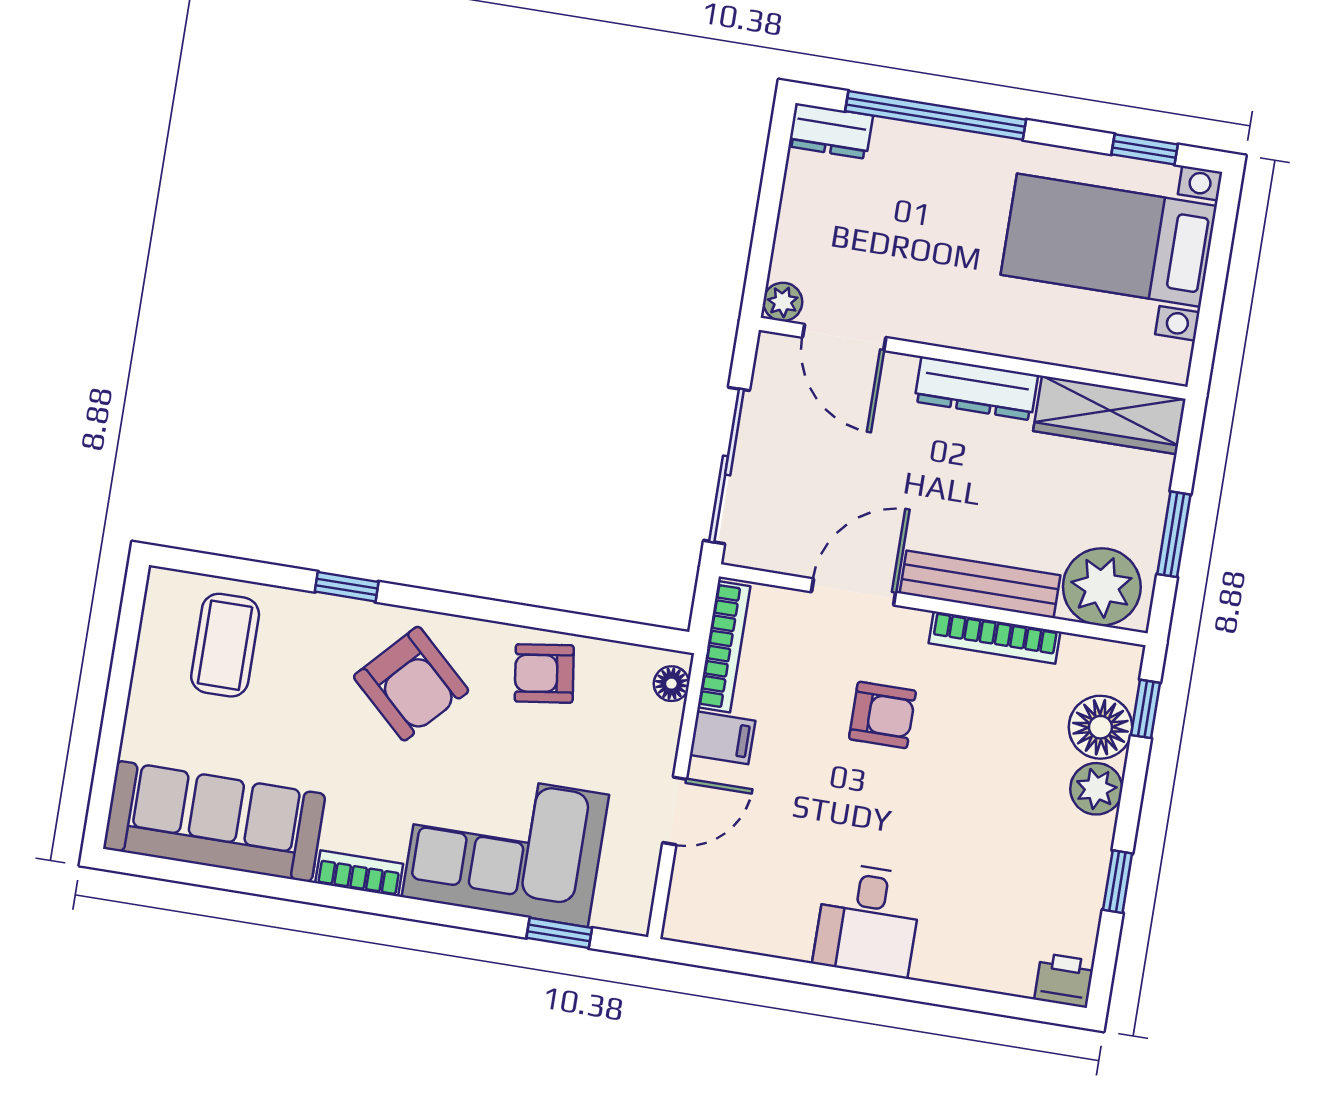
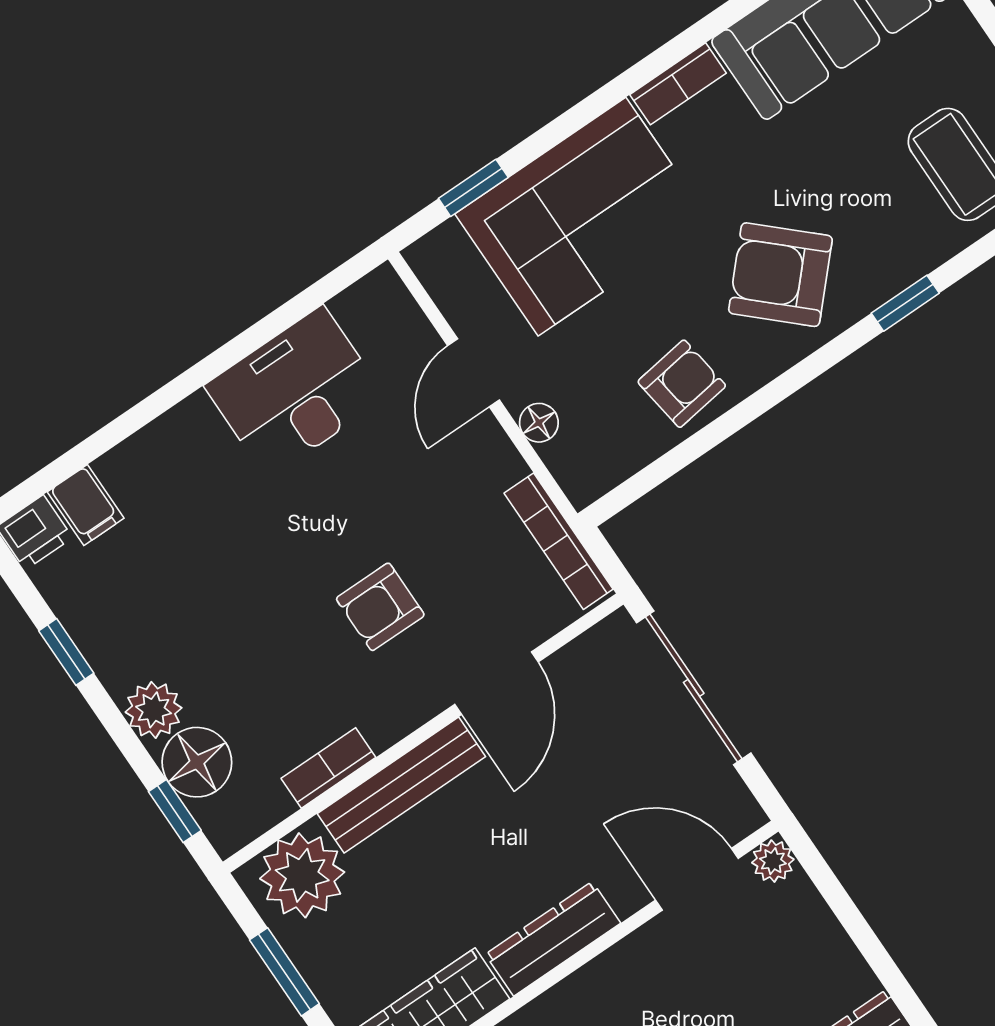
bookcase: (995, 637) -> (328, 768), width x0.64
floor lamp: (671, 684) -> (539, 423), moved
filing cabinet: (723, 738) -> (86, 505), moved, turned -90
desk: (868, 920) -> (295, 392), moved, width x1.37

